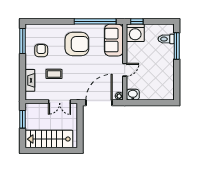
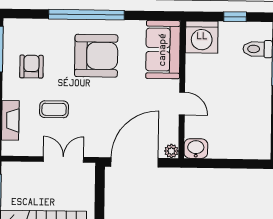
window: (95, 21) -> (86, 15), moved
window: (137, 21) -> (235, 17), moved
door: (125, 70) -> (182, 103), hinge flipped
double door: (60, 102) -> (63, 159), swing flipped

